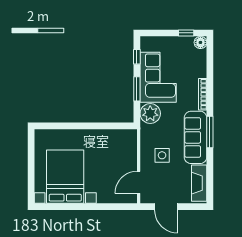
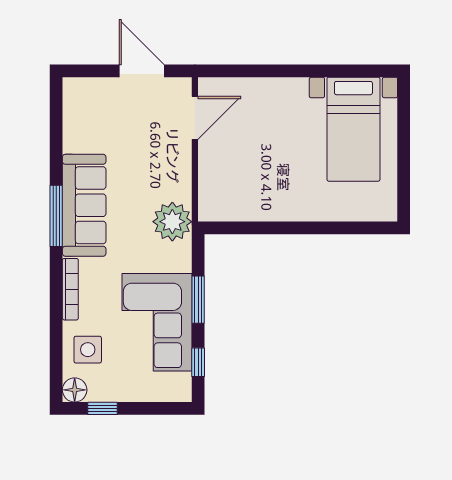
plant: (150, 114) -> (172, 222), moved
side table: (162, 155) -> (88, 350), moved
bed with nightstands: (65, 177) -> (353, 129), width x0.73
fireplace: (199, 183) -> (77, 116), removed

